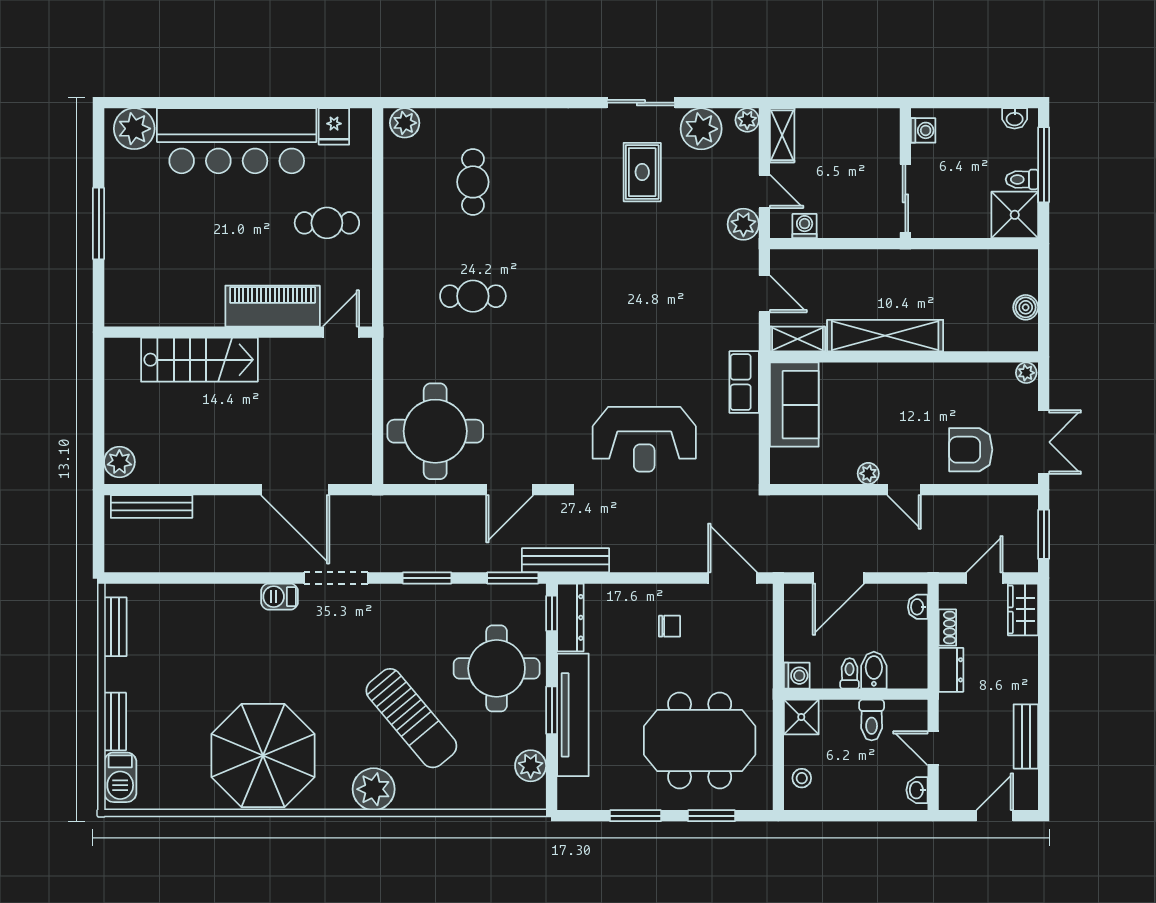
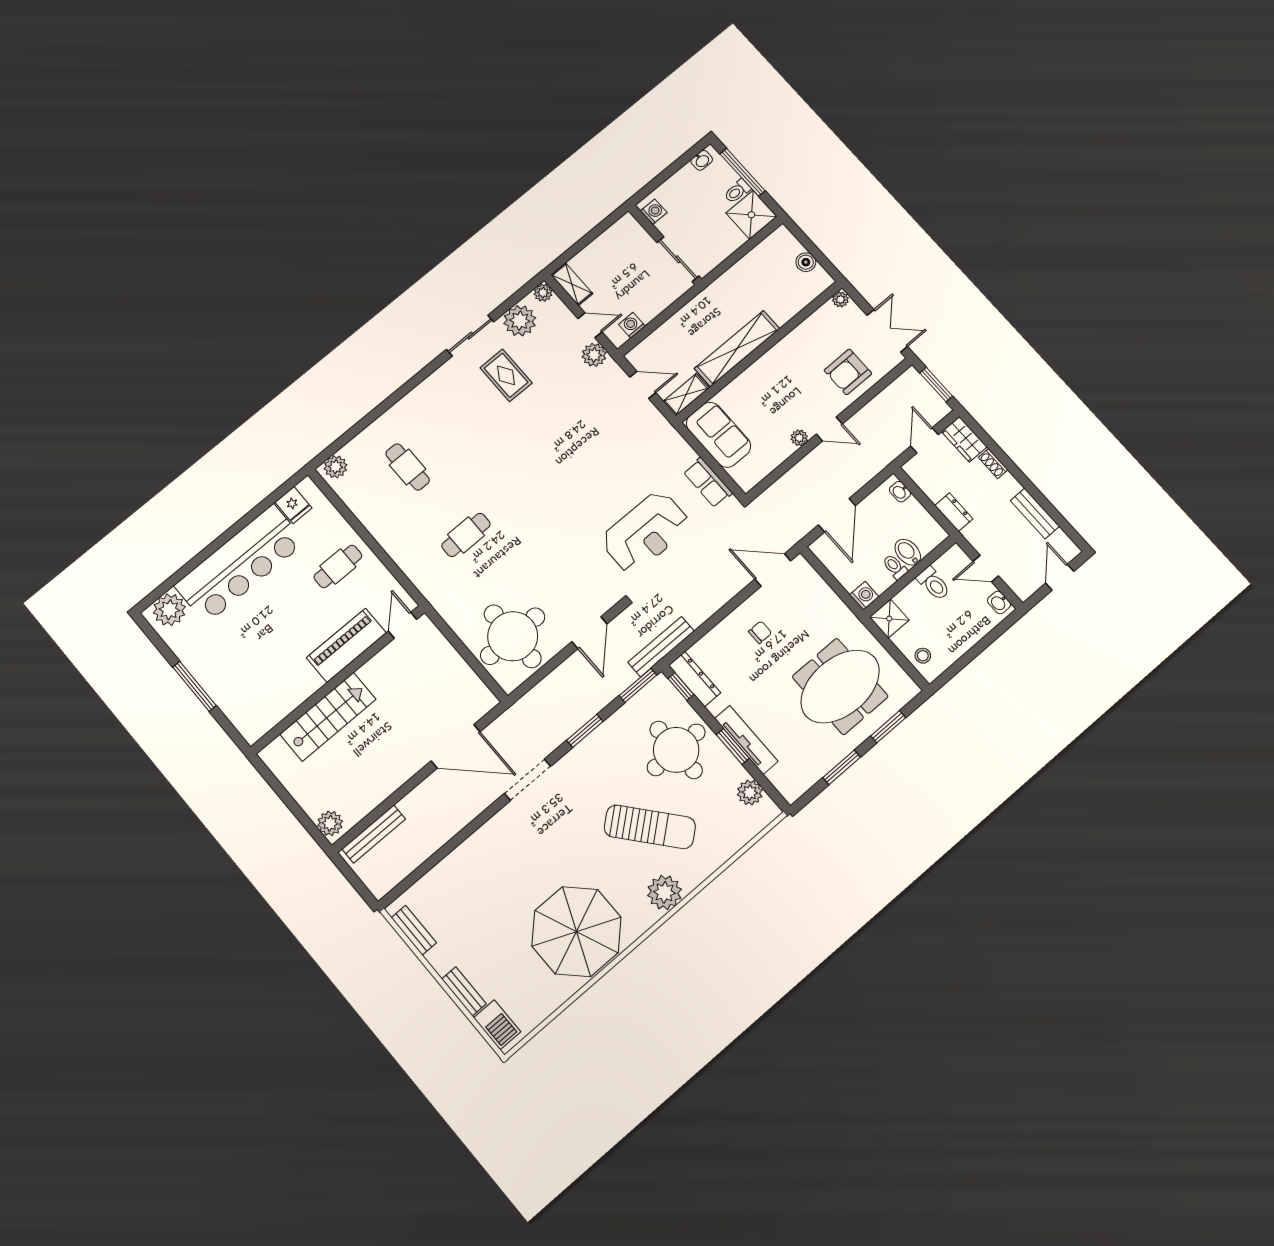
row of seats: (744, 382) -> (708, 482), moved
barbecue: (280, 597) -> (502, 822), removed
shoe rack: (947, 628) -> (993, 464), moved, turned 180
tv unit: (573, 715) -> (746, 740), width x0.73, depth x0.78

